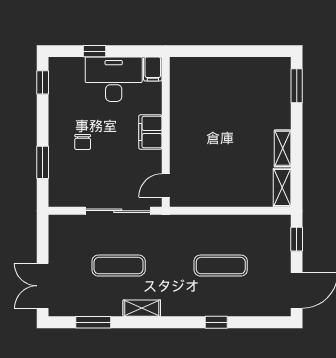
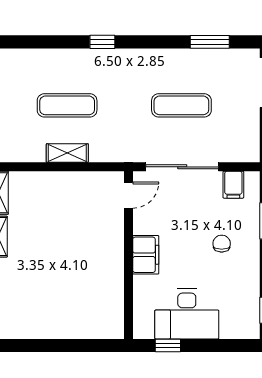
window: (94, 51) -> (168, 345), moved
filing cabinet: (153, 69) -> (233, 185), moved, turned 180
shelving: (142, 308) -> (67, 153), moved
window: (216, 322) -> (102, 42), moved

